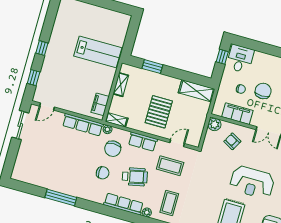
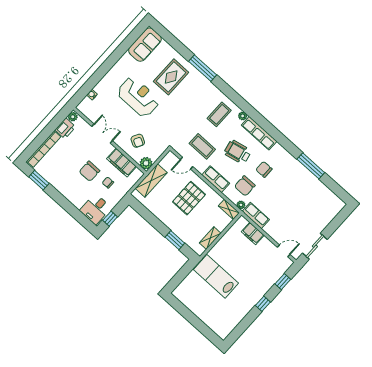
shelving: (197, 91) -> (151, 180), moved, turned 90
filing cabinet: (100, 104) -> (253, 233), moved, turned 90
row of seats: (83, 125) -> (256, 215), width x0.68
chair: (113, 149) -> (245, 186), turned 180

